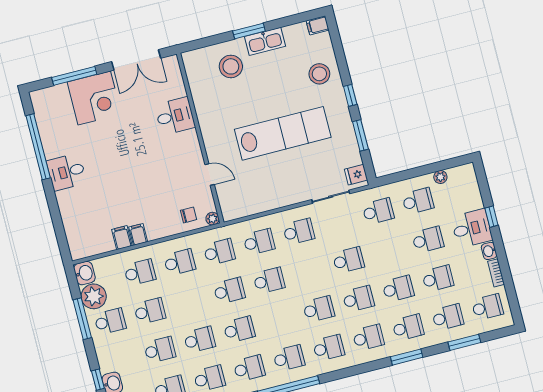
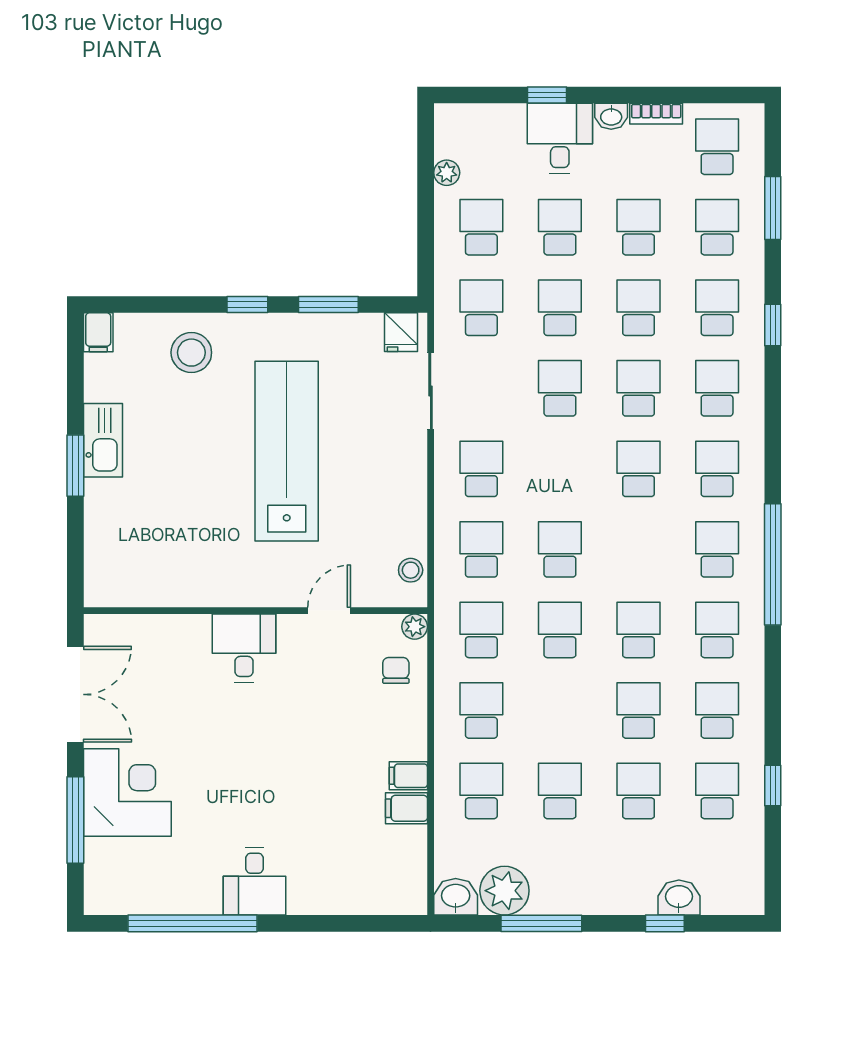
stool: (231, 66) -> (411, 570), moved, width x0.53, depth x0.53
desk: (175, 116) -> (244, 648), moved
school desk: (110, 321) -> (560, 308), moved
window: (407, 357) -> (773, 325), width x0.67

